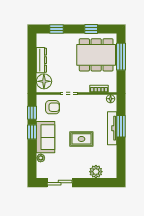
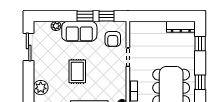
dresser: (41, 60) -> (181, 27), moved
floor lamp: (44, 81) -> (142, 30), removed

